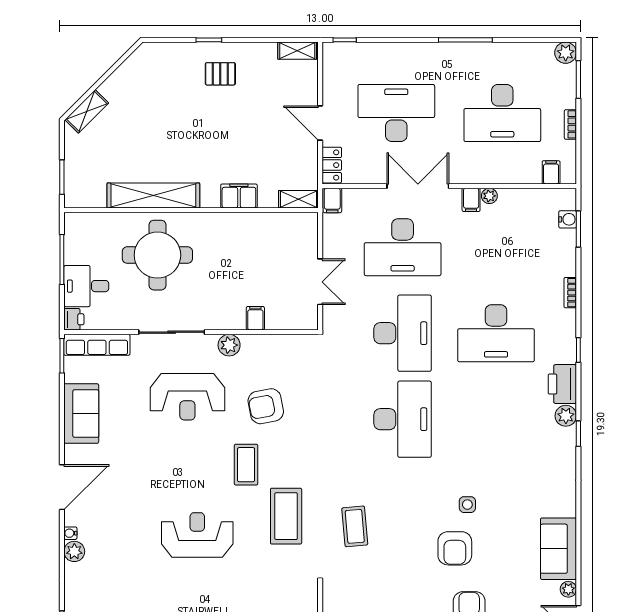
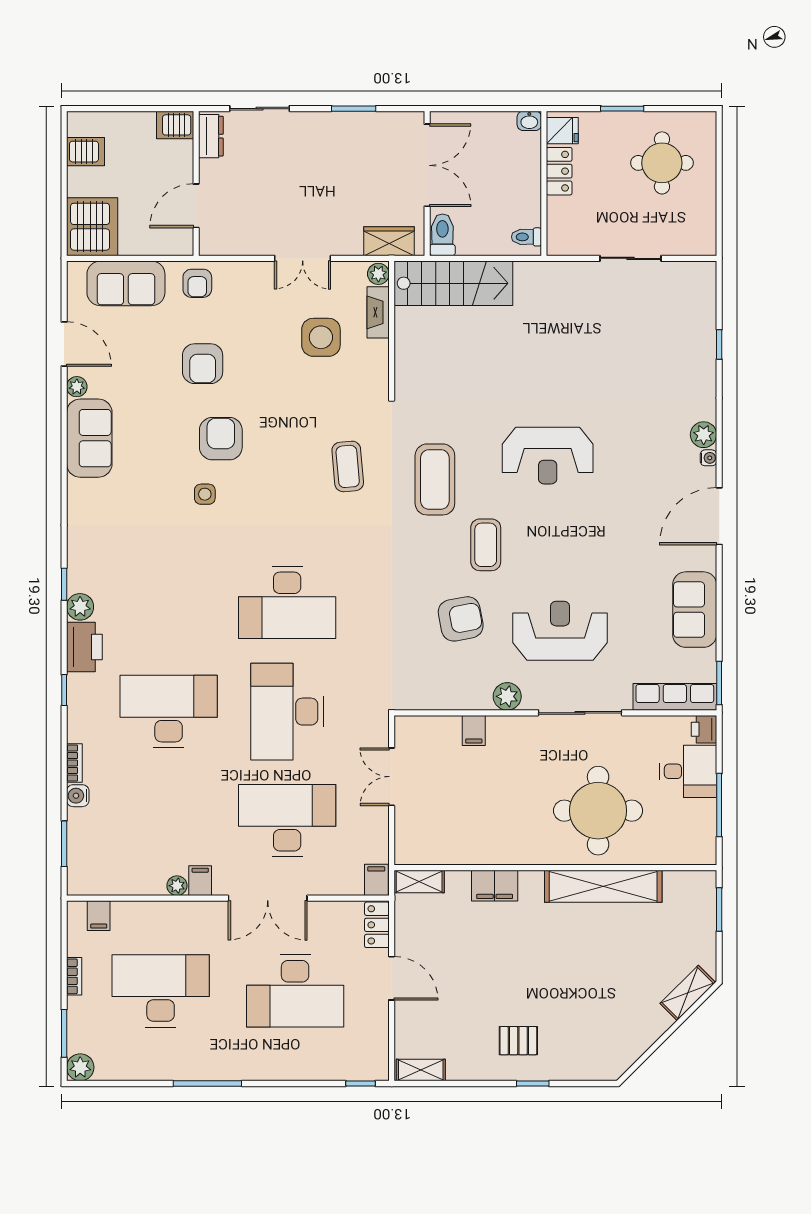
water cooler: (568, 219) -> (78, 796), moved
desk: (403, 419) -> (287, 602), turned -90

